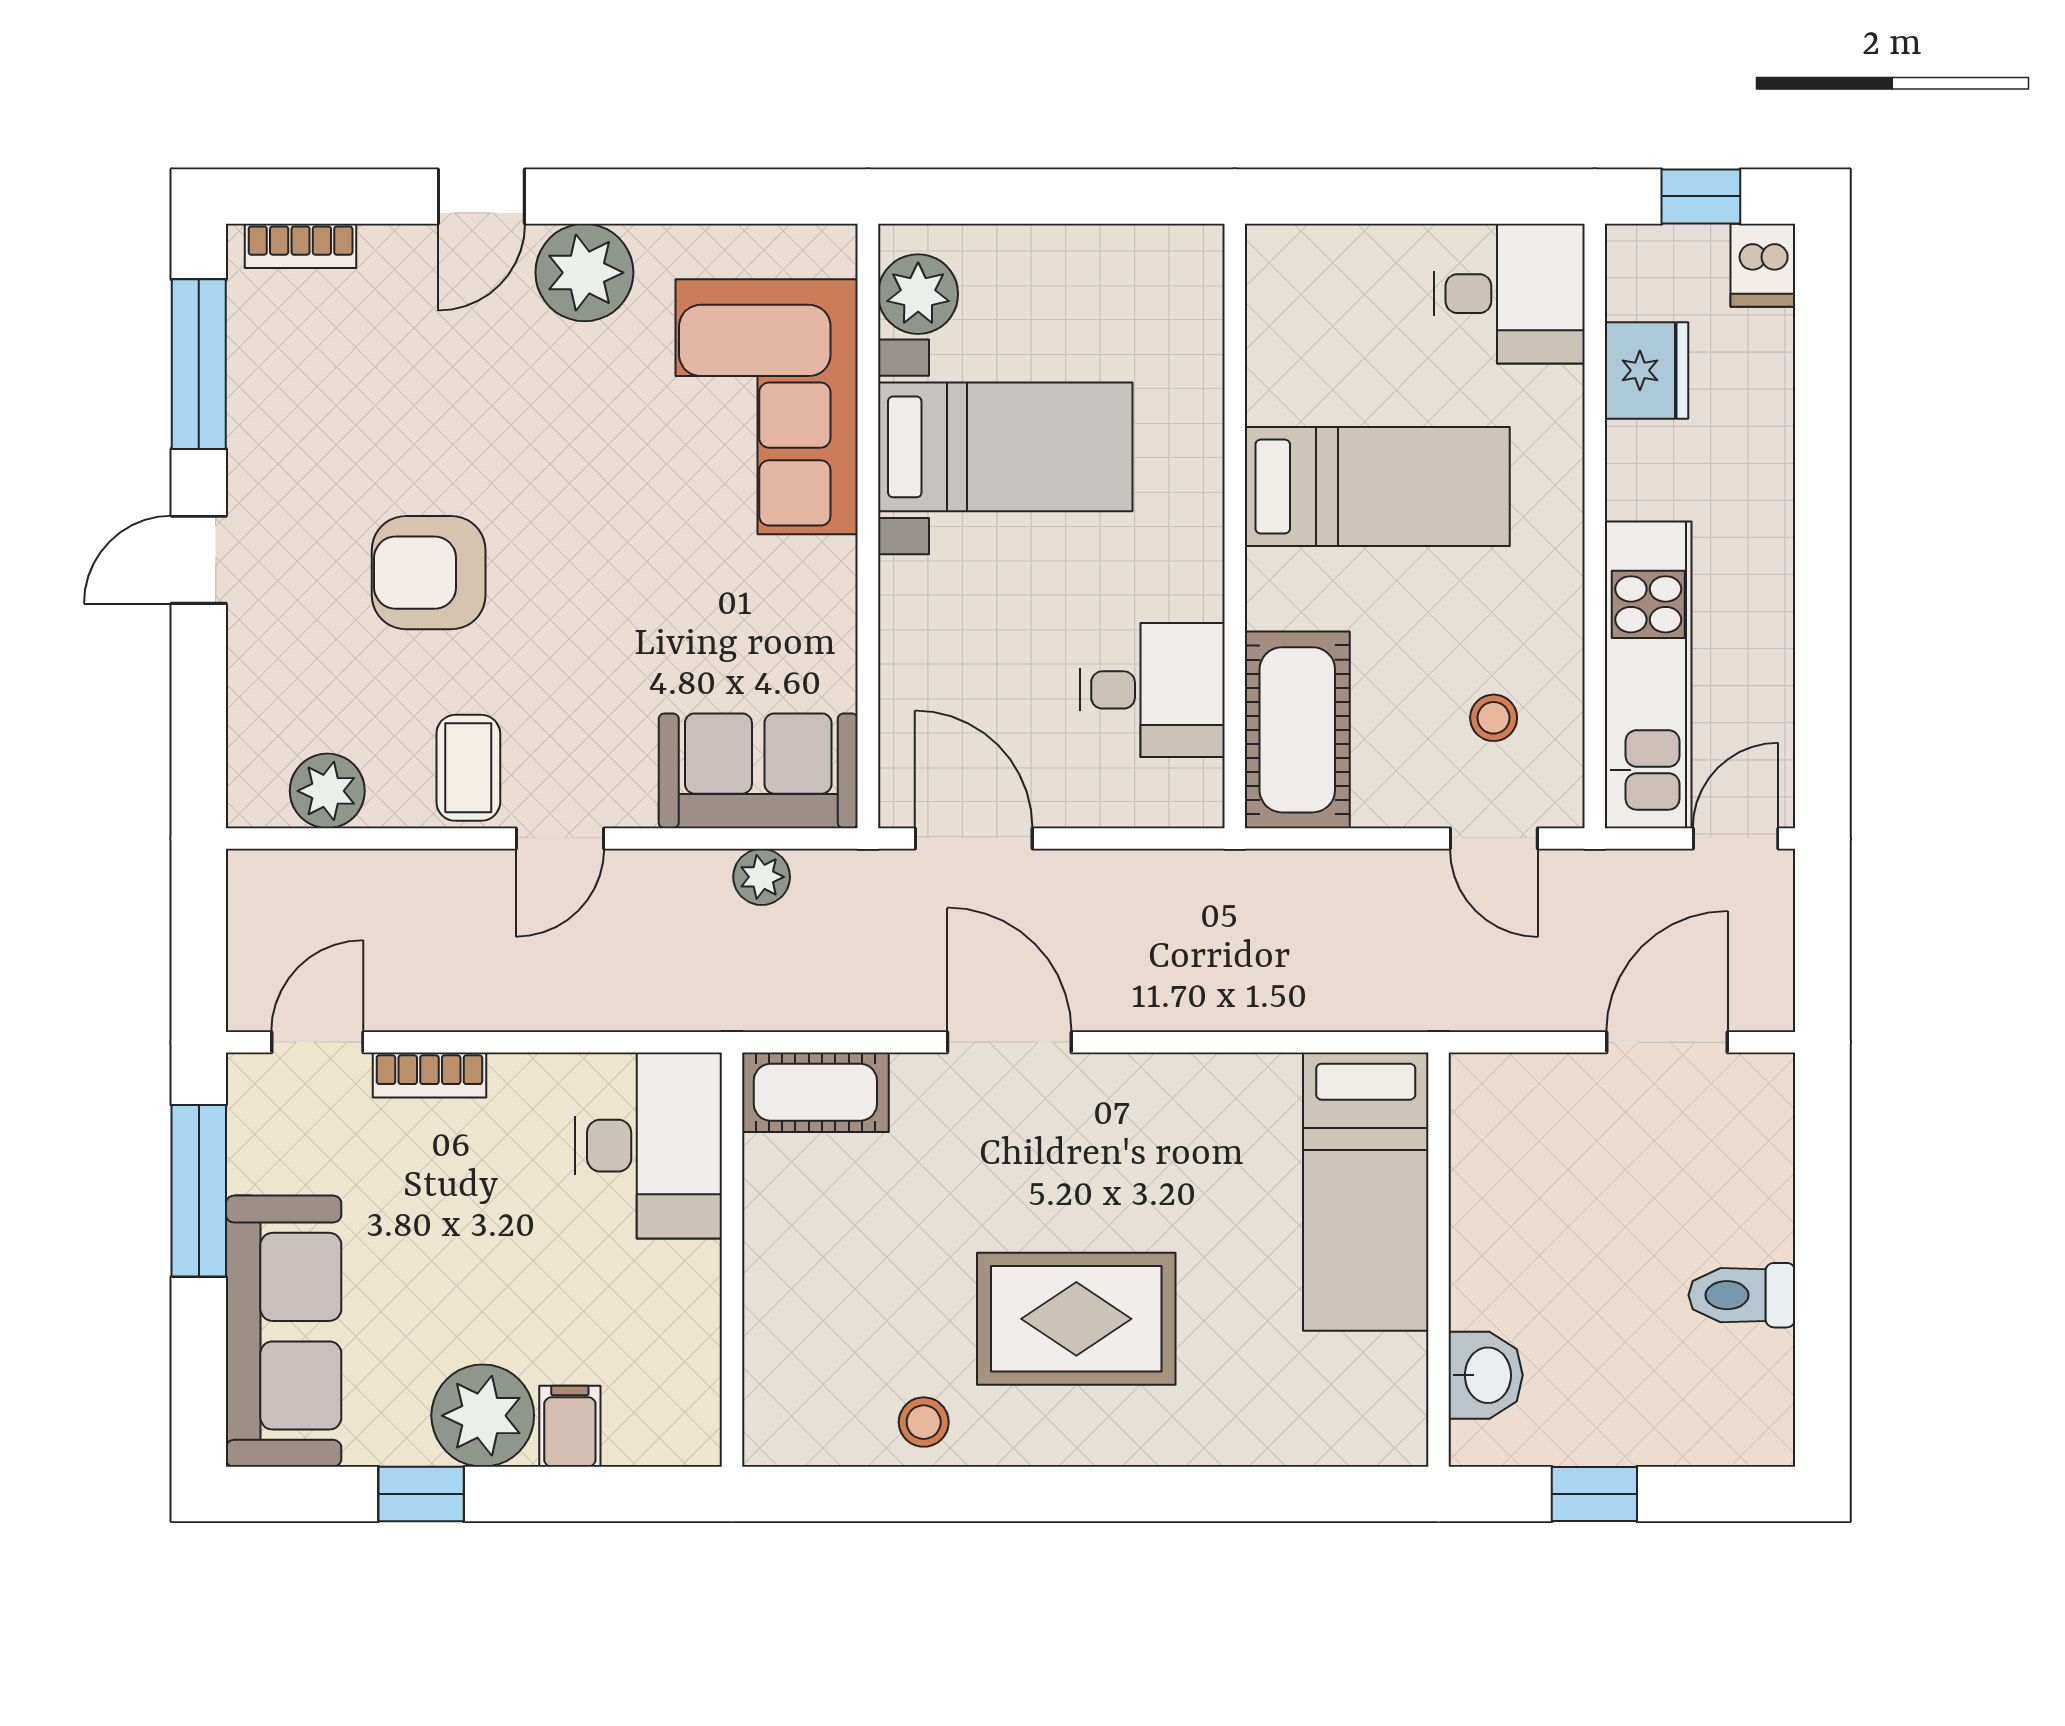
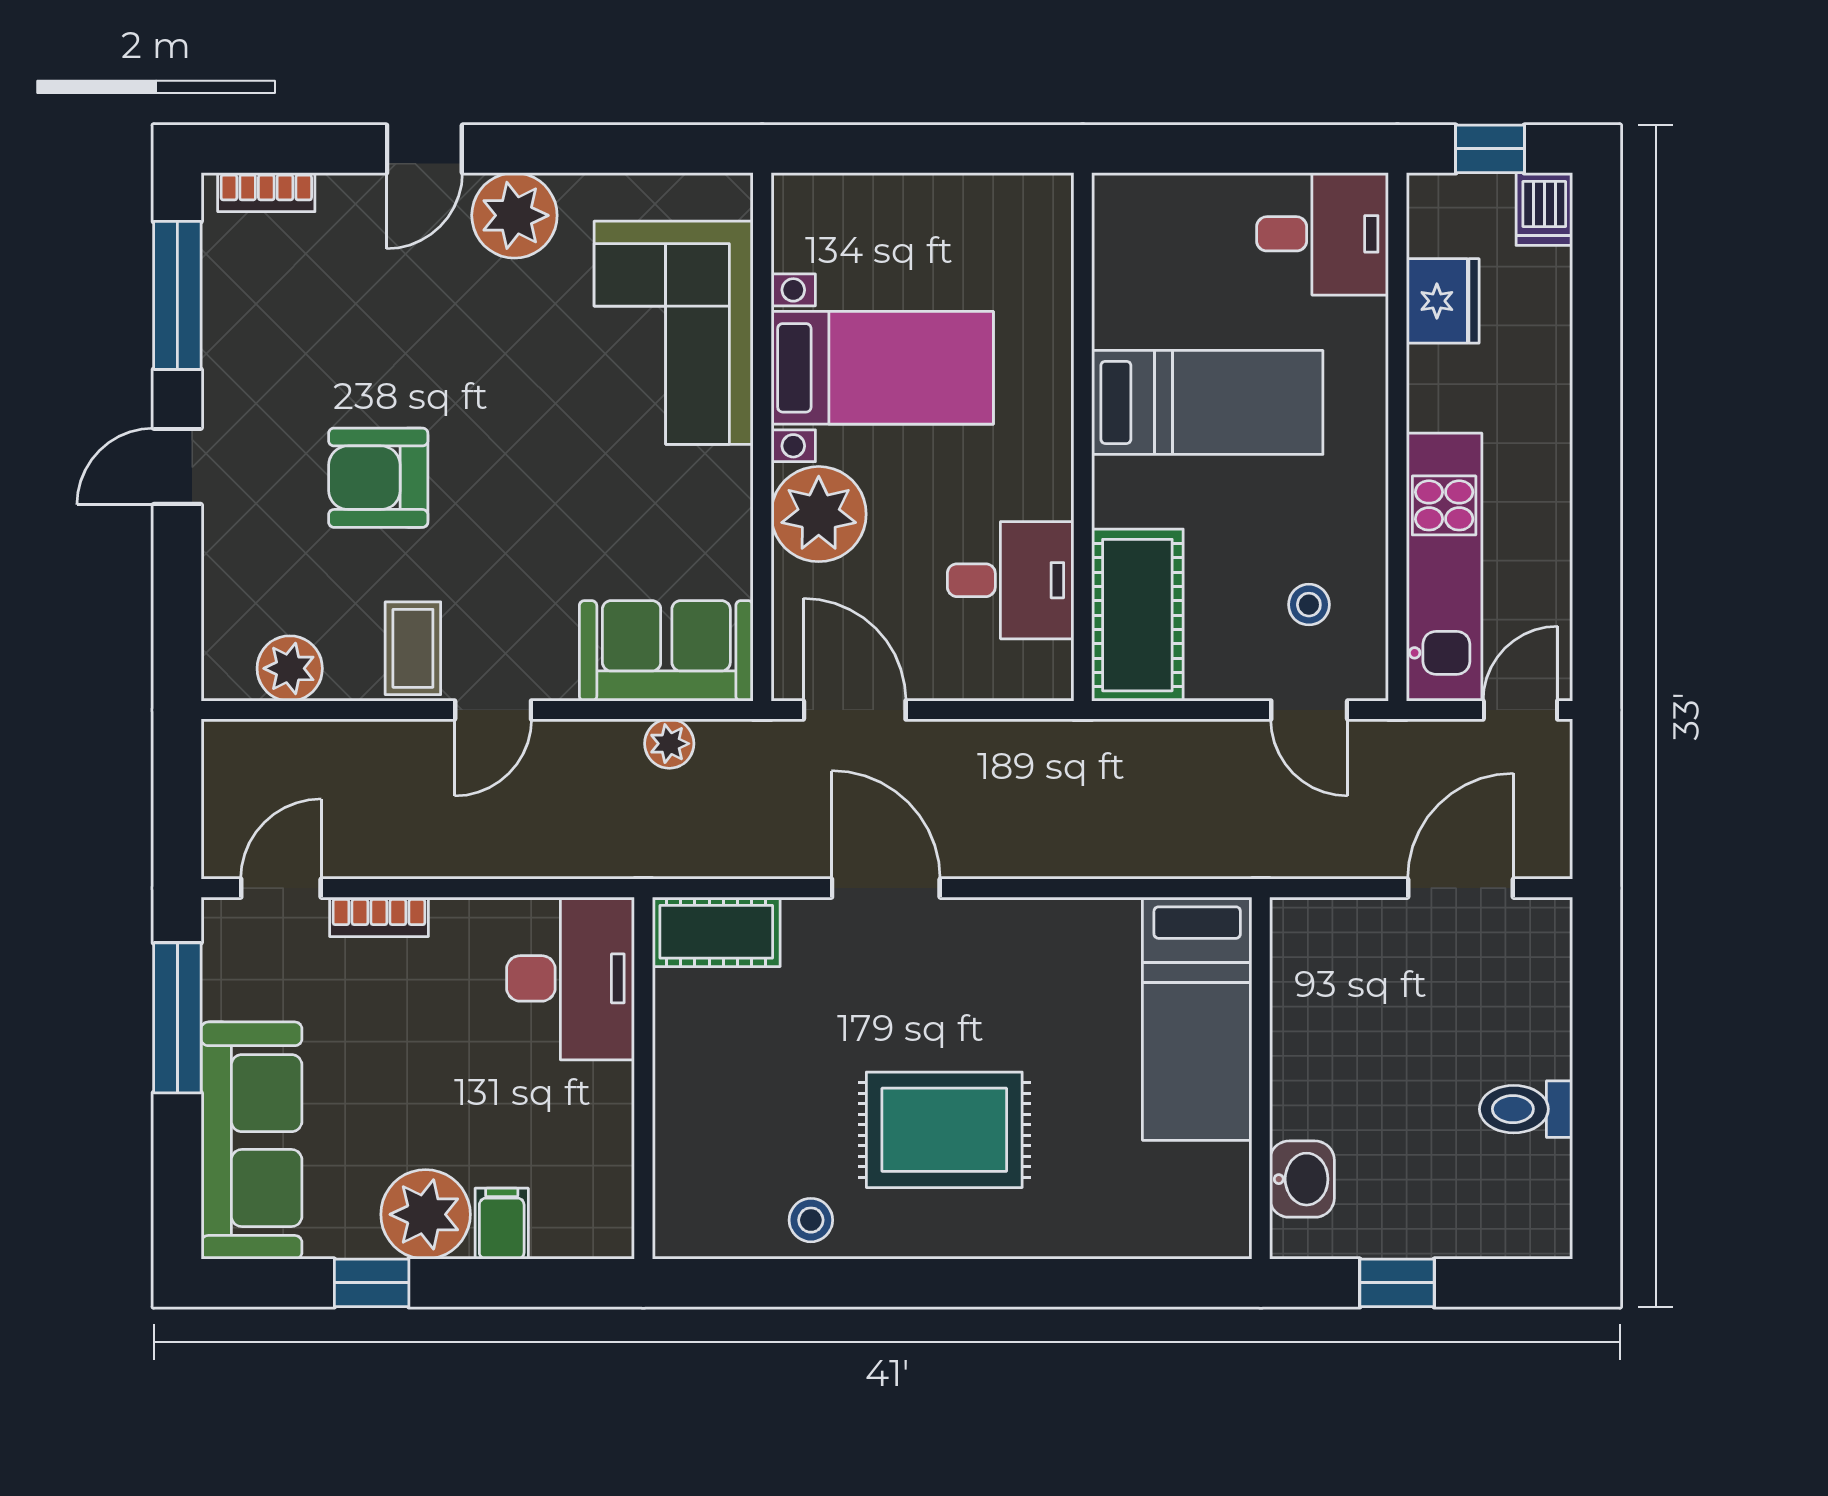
plant: (918, 294) -> (819, 514), moved, width x1.36, depth x1.36

